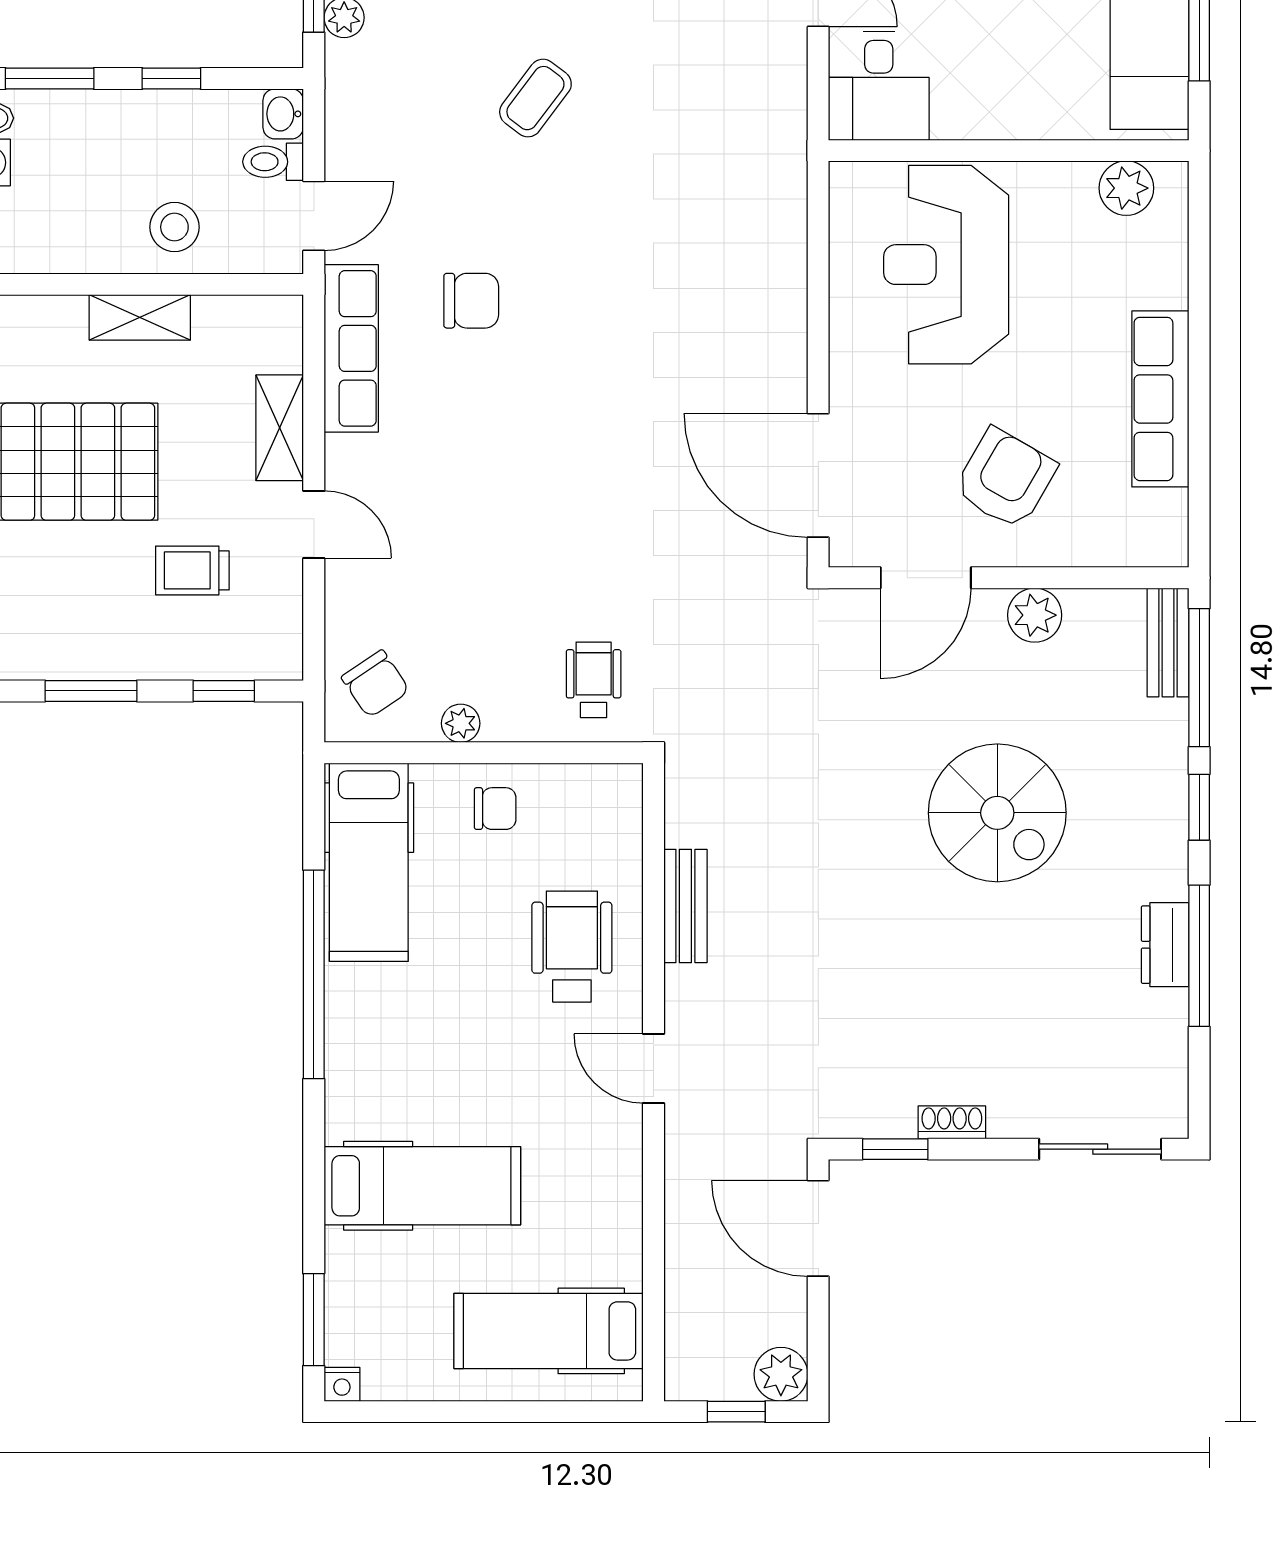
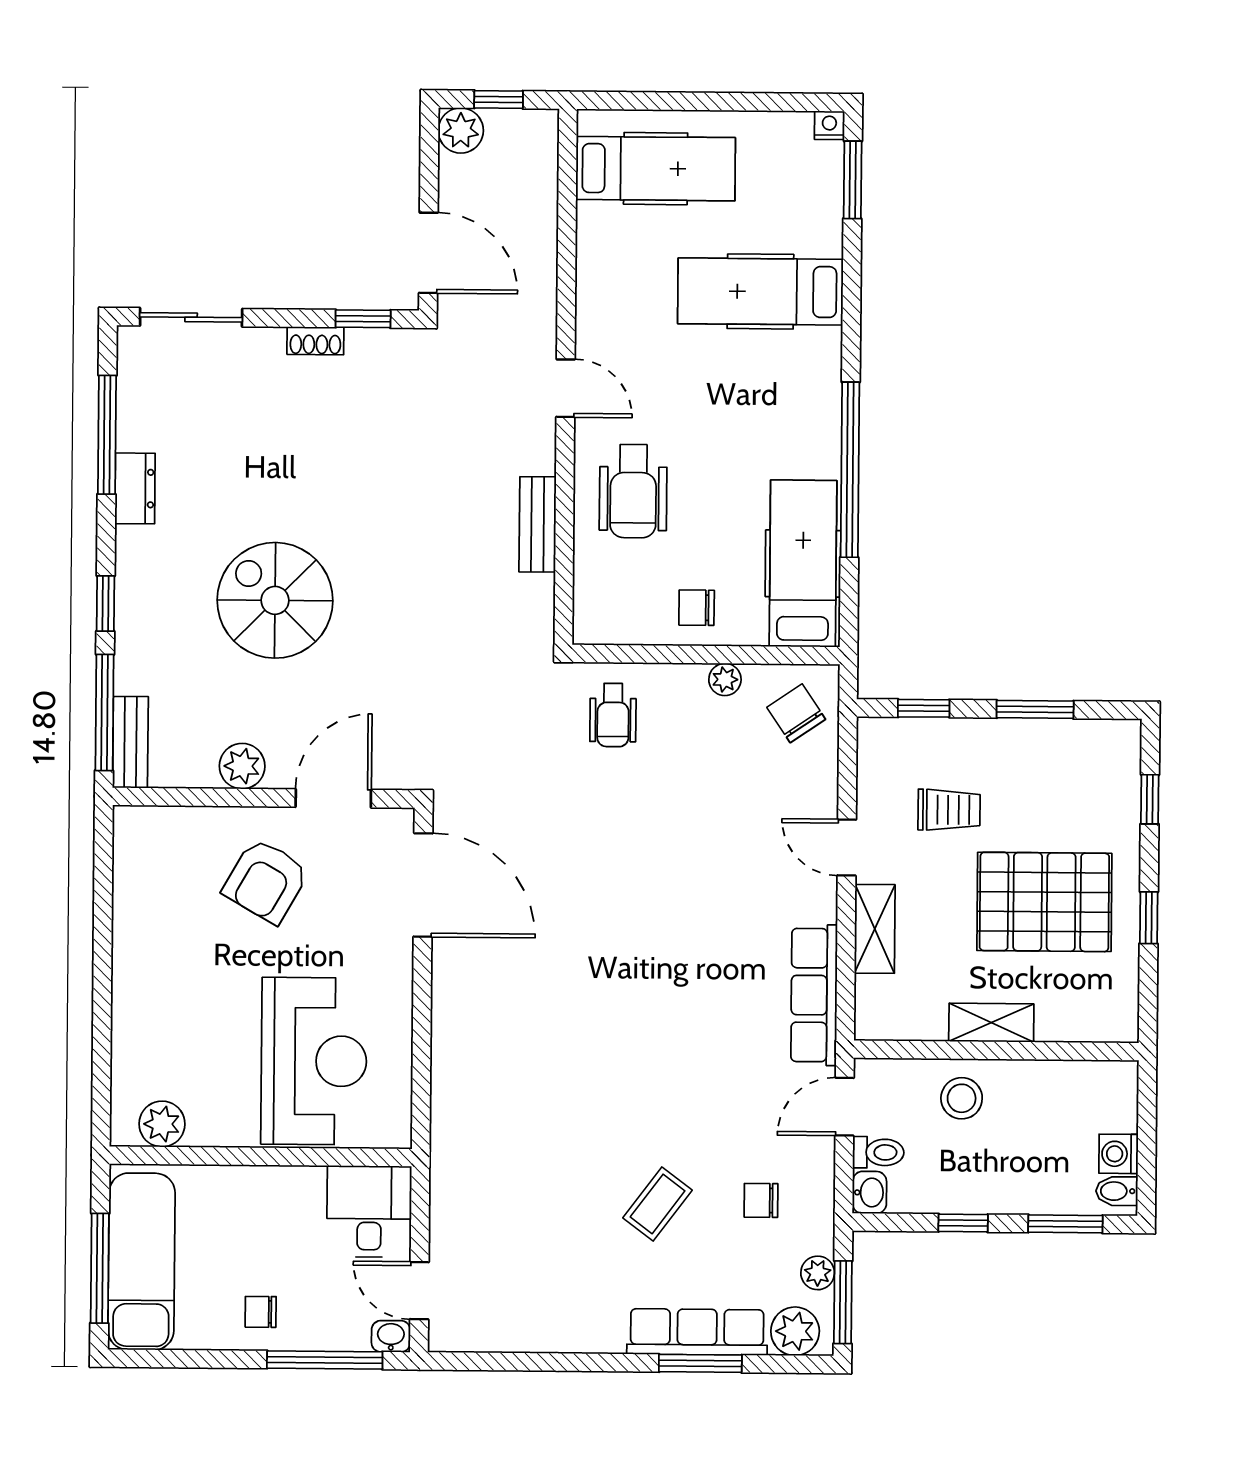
chair: (471, 301) -> (761, 1200), moved, width x0.73, depth x0.73
row of seats: (1160, 399) -> (135, 947), removed
window: (1199, 956) -> (107, 435), moved

